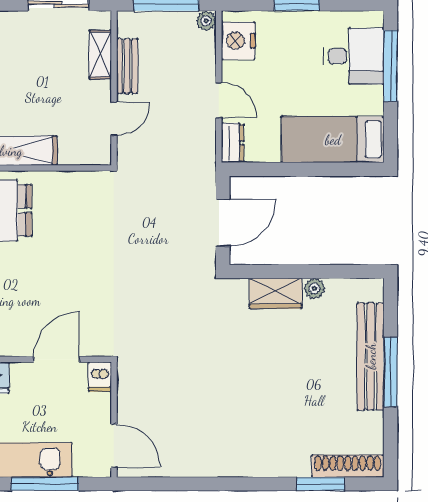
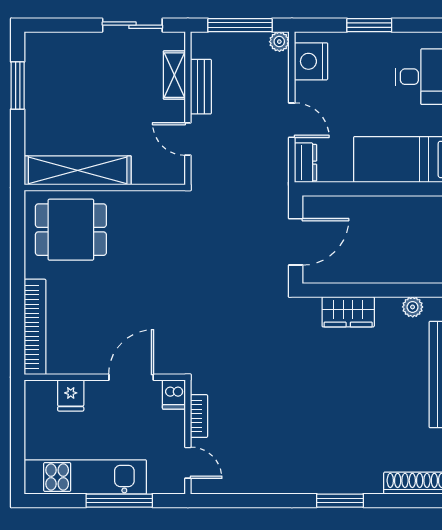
door: (114, 119) -> (188, 139), swing flipped
plant: (314, 288) -> (413, 307), moved
bookcase: (125, 398) -> (199, 416), added
door: (114, 446) -> (188, 463), width x0.73
window: (321, 484) -> (340, 501), moved

